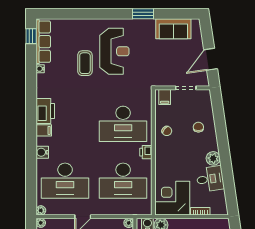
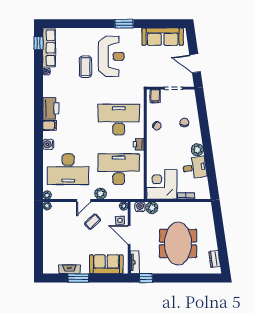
window: (143, 14) -> (124, 24), moved
sofa: (173, 29) -> (163, 37), width x1.36
door: (211, 59) -> (195, 63), hinge flipped
desk: (123, 124) -> (119, 120), turned 180
desk: (123, 181) -> (119, 169), turned 180
plant: (102, 209) -> (101, 194), added

